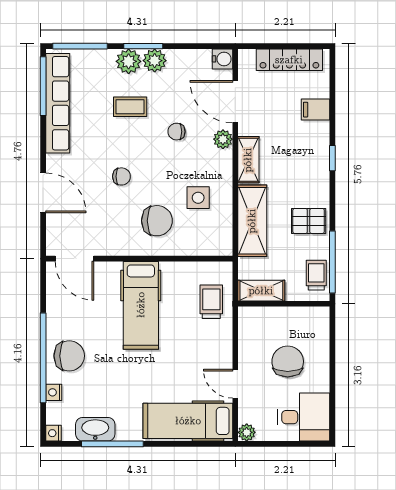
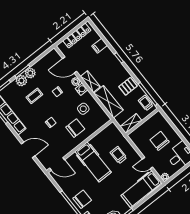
water cooler: (222, 59) -> (81, 89), moved
trolley: (211, 302) -> (118, 155), moved

